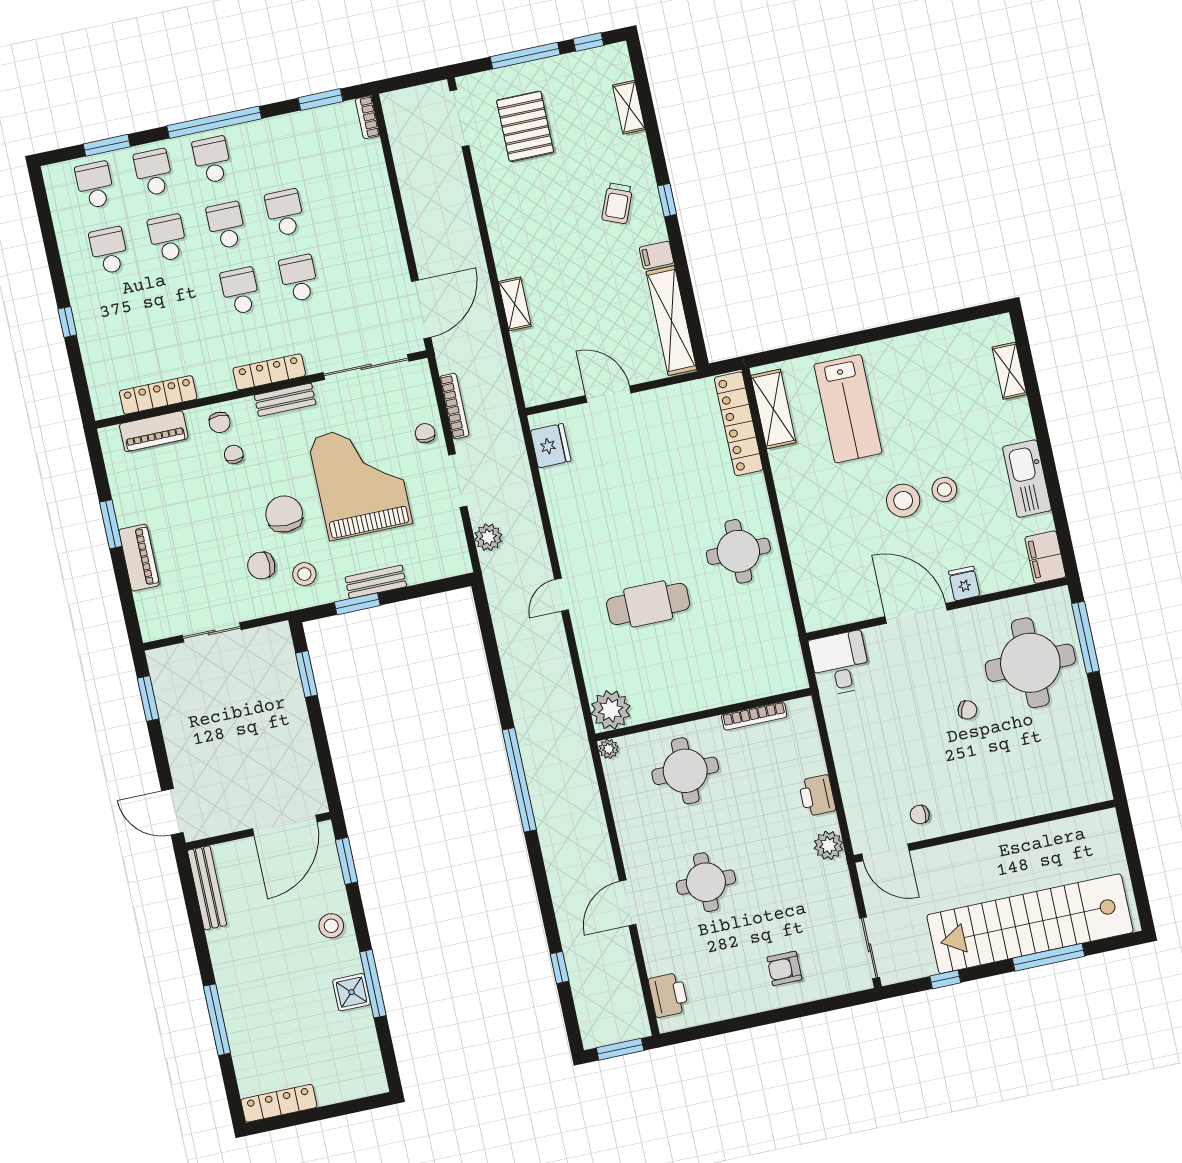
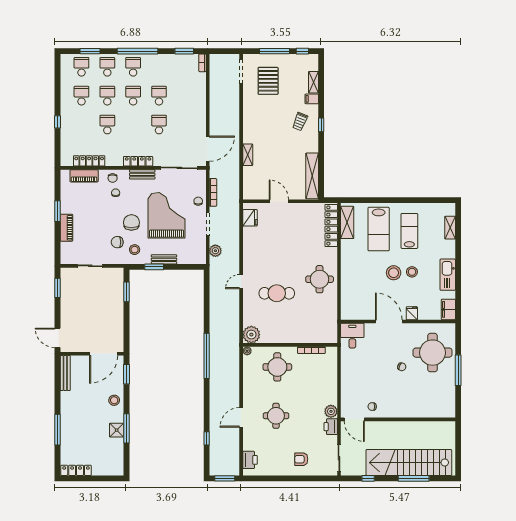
filing cabinet: (656, 255) -> (312, 99), moved
school desk: (240, 291) -> (107, 124), moved
lab bench: (919, 398) -> (409, 231), added
window: (1085, 637) -> (458, 370), moved
printer: (817, 795) -> (331, 427), moved

